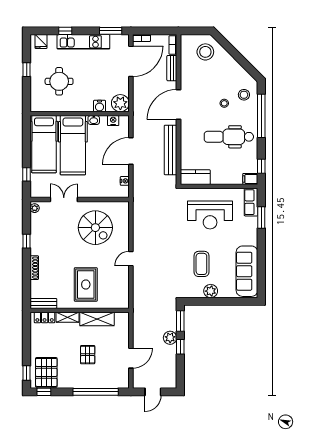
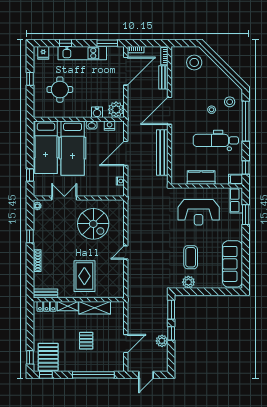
kitchen counter: (195, 177) -> (201, 178), moved
plant: (211, 291) -> (188, 282), moved
plant: (170, 338) -> (162, 341), moved

